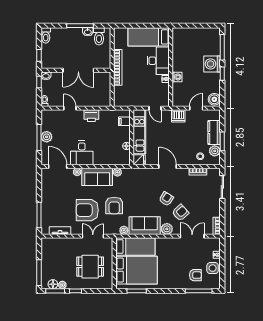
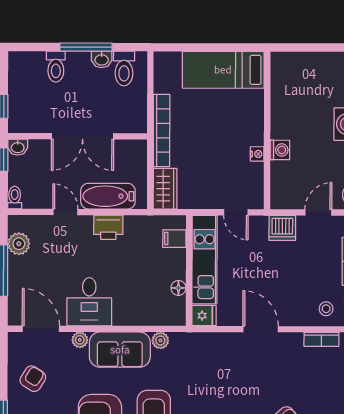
toilet: (46, 35) -> (56, 67), moved
desk: (158, 61) -> (242, 117), removed
wardrobe: (120, 96) -> (165, 189), added
bathtub: (91, 100) -> (108, 196), added
plant: (47, 137) -> (19, 244), moved
armchair: (166, 199) -> (33, 379), moved

